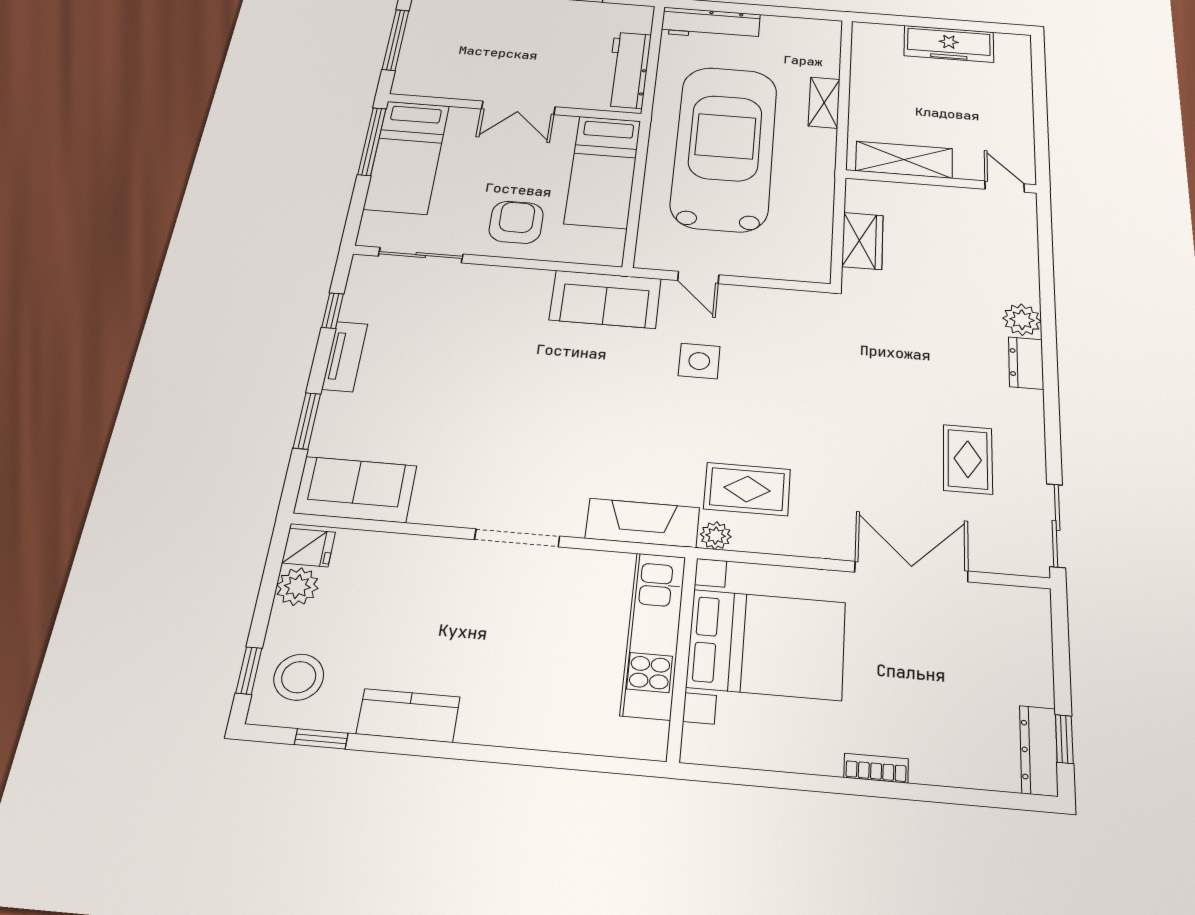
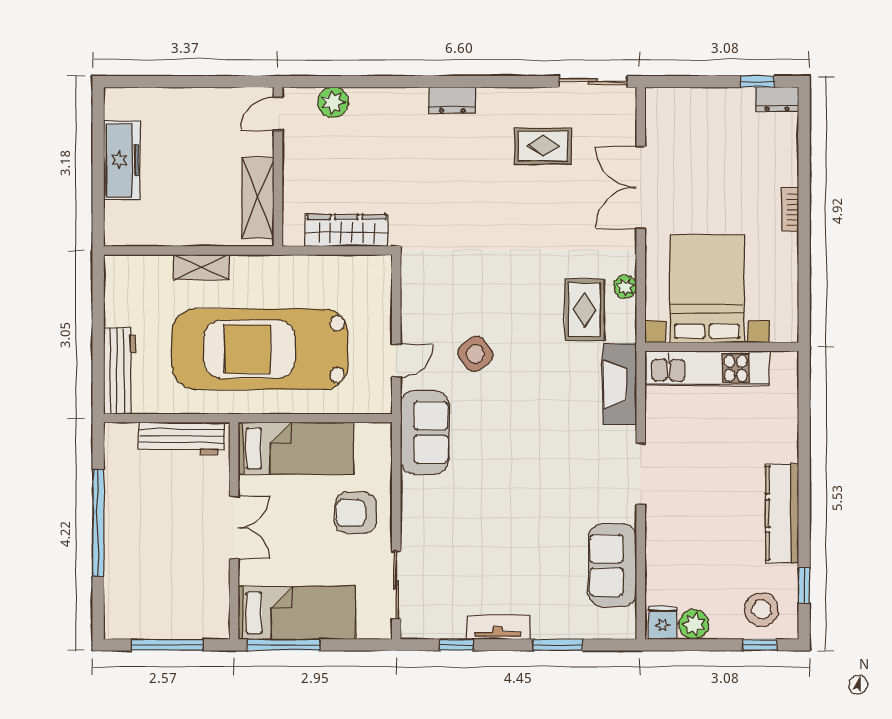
wardrobe: (863, 241) -> (346, 230), width x1.50
plant: (1022, 320) -> (333, 102), moved
side table: (699, 361) -> (475, 354), turned -37
sofa: (355, 489) -> (613, 565), moved
plant: (716, 536) -> (625, 287), moved
kitchen counter: (408, 715) -> (782, 513), width x1.50
dresser: (1039, 751) -> (777, 99), width x0.70

